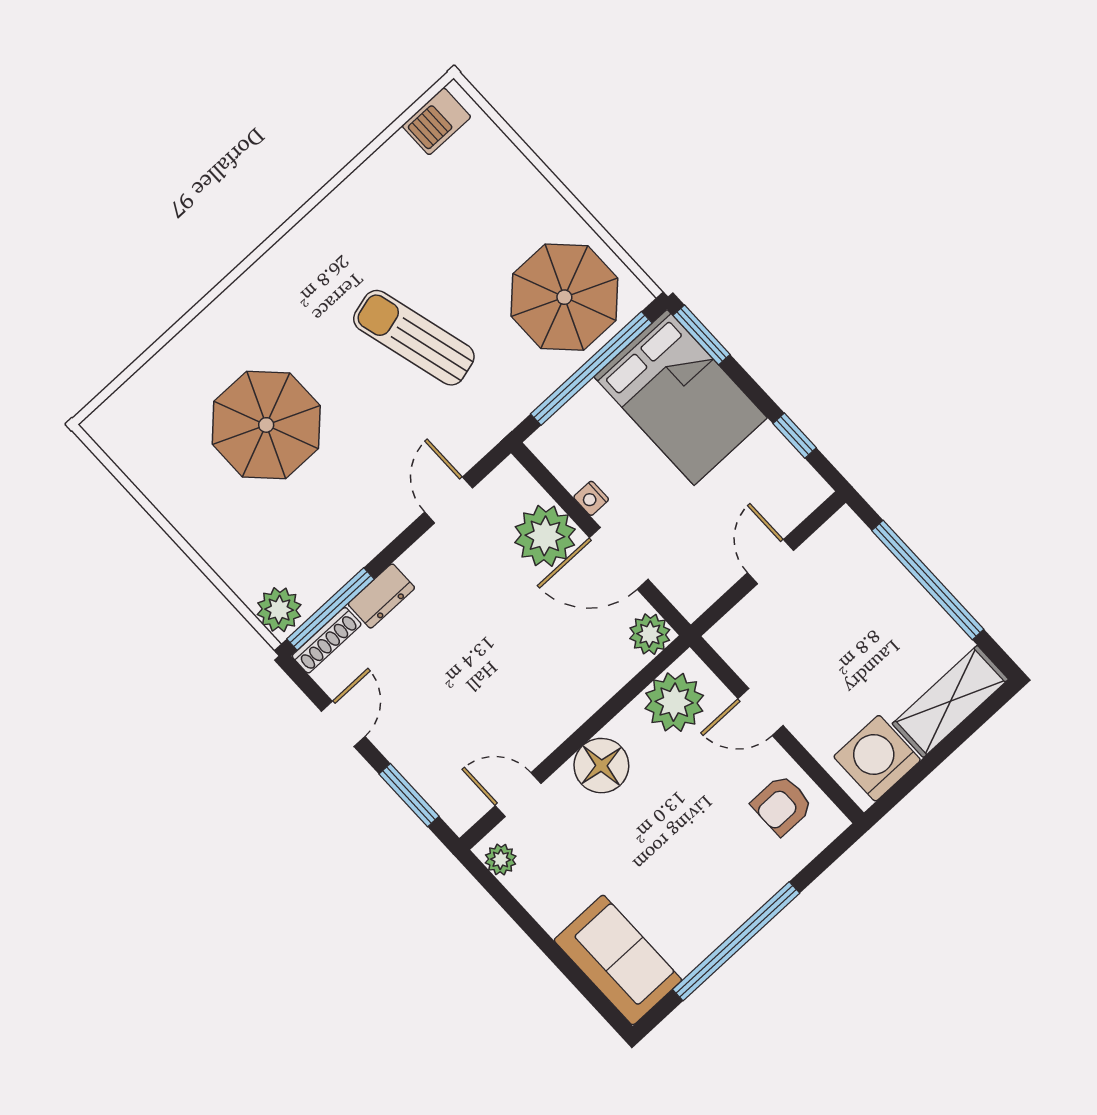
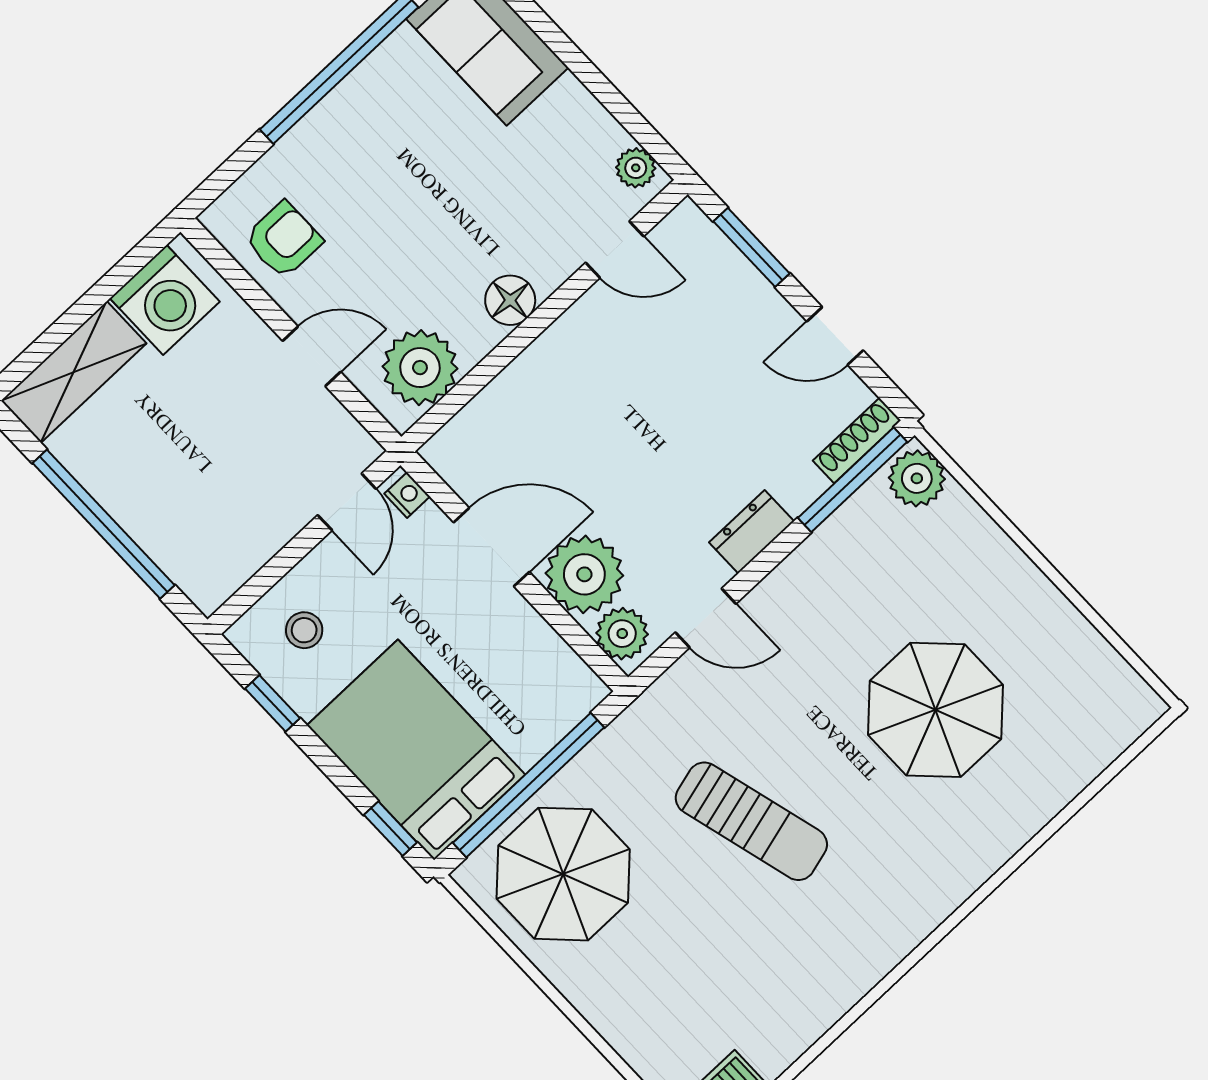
window: (702, 335) -> (390, 829), width x0.67
stool: (769, 494) -> (304, 630), added
nightstand: (591, 498) -> (407, 495), moved
door: (449, 500) -> (706, 618), hinge flipped
door: (771, 562) -> (347, 502), moved
dresser: (381, 596) -> (751, 532), moved
plant: (650, 634) -> (622, 634), moved
door: (343, 724) -> (835, 336), hinge flipped
floor lamp: (601, 766) -> (510, 300), width x0.73, depth x0.73

